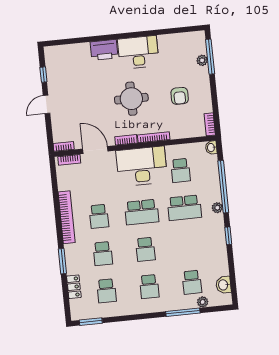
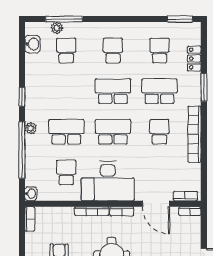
school desk: (145, 249) -> (113, 91), width x1.85
school desk: (103, 254) -> (159, 91), width x1.85
window: (183, 312) -> (64, 19), moved

